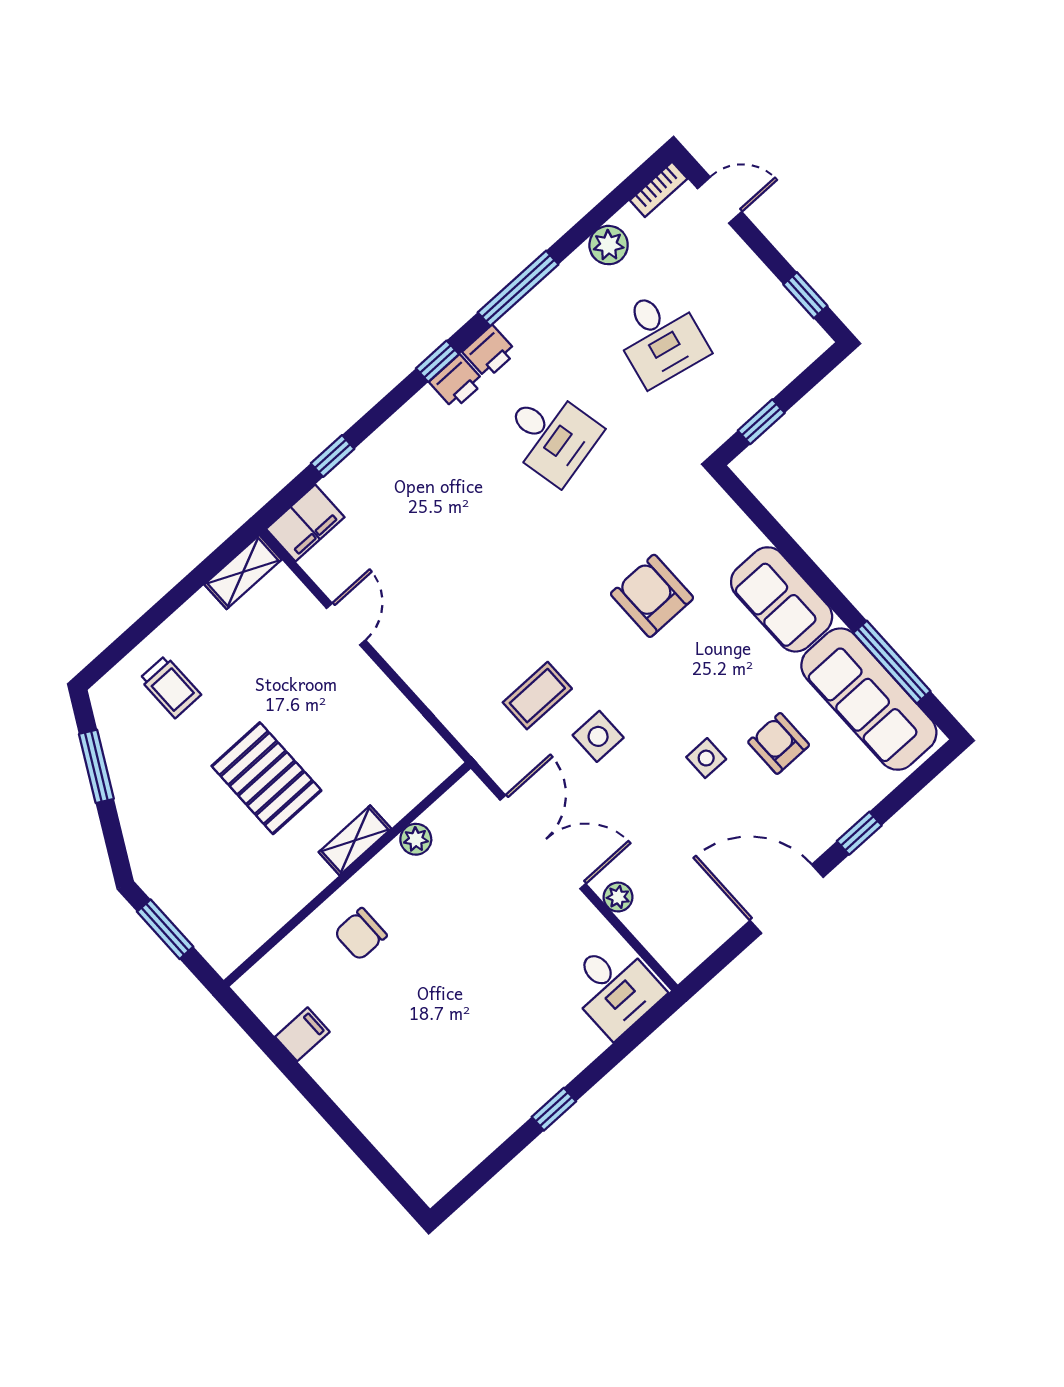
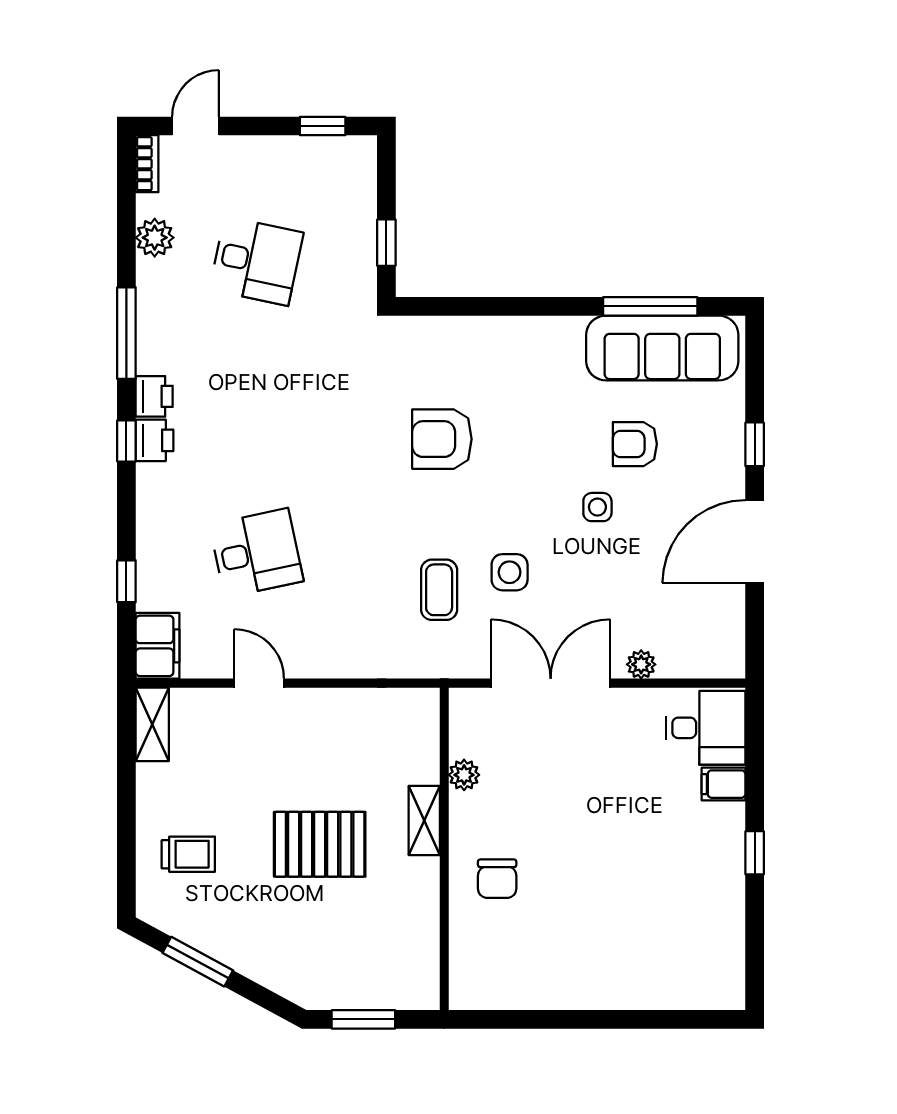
desk: (551, 436) -> (256, 553), moved
sofa: (782, 599) -> (531, 346), removed
filing cabinet: (302, 1034) -> (724, 784), moved, turned -90

